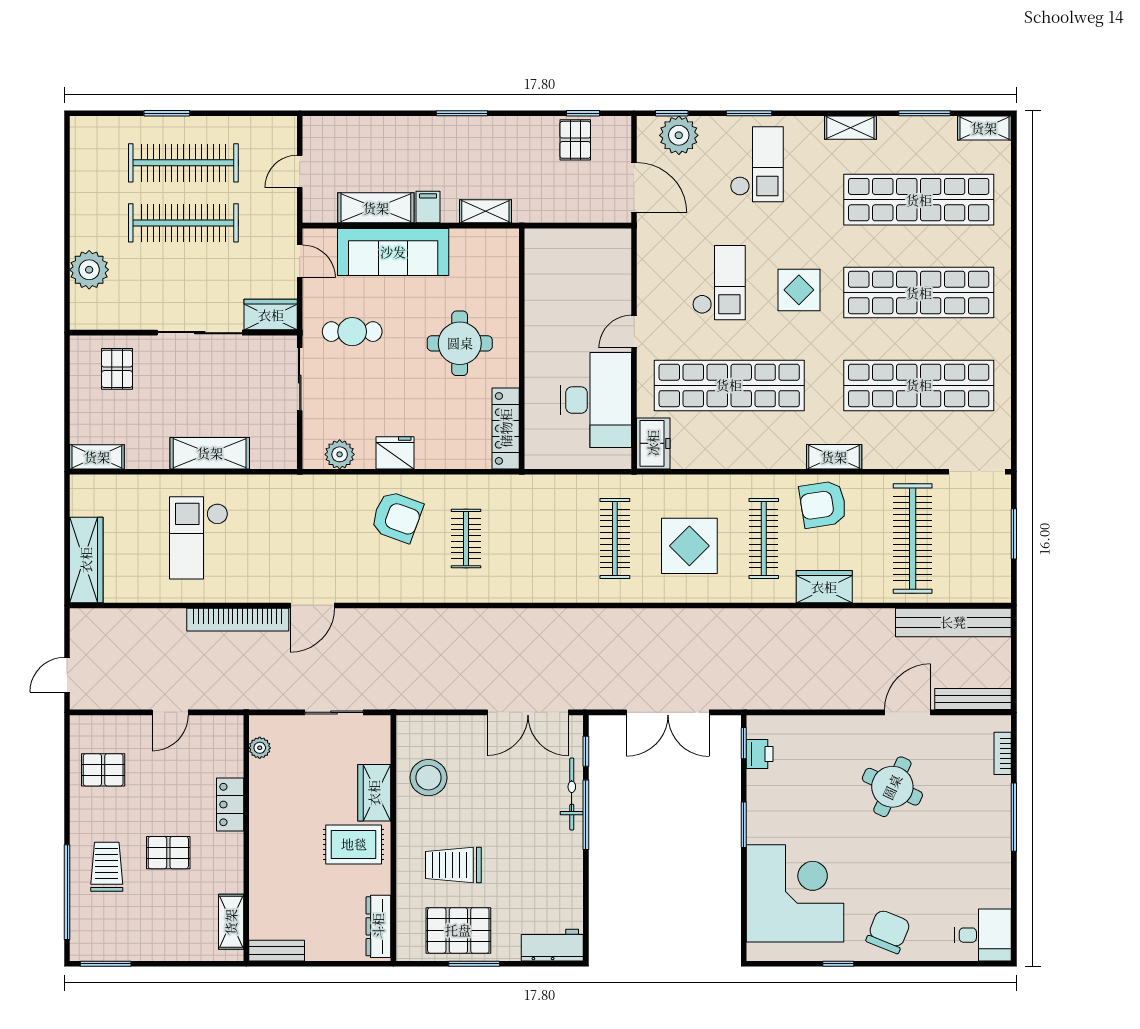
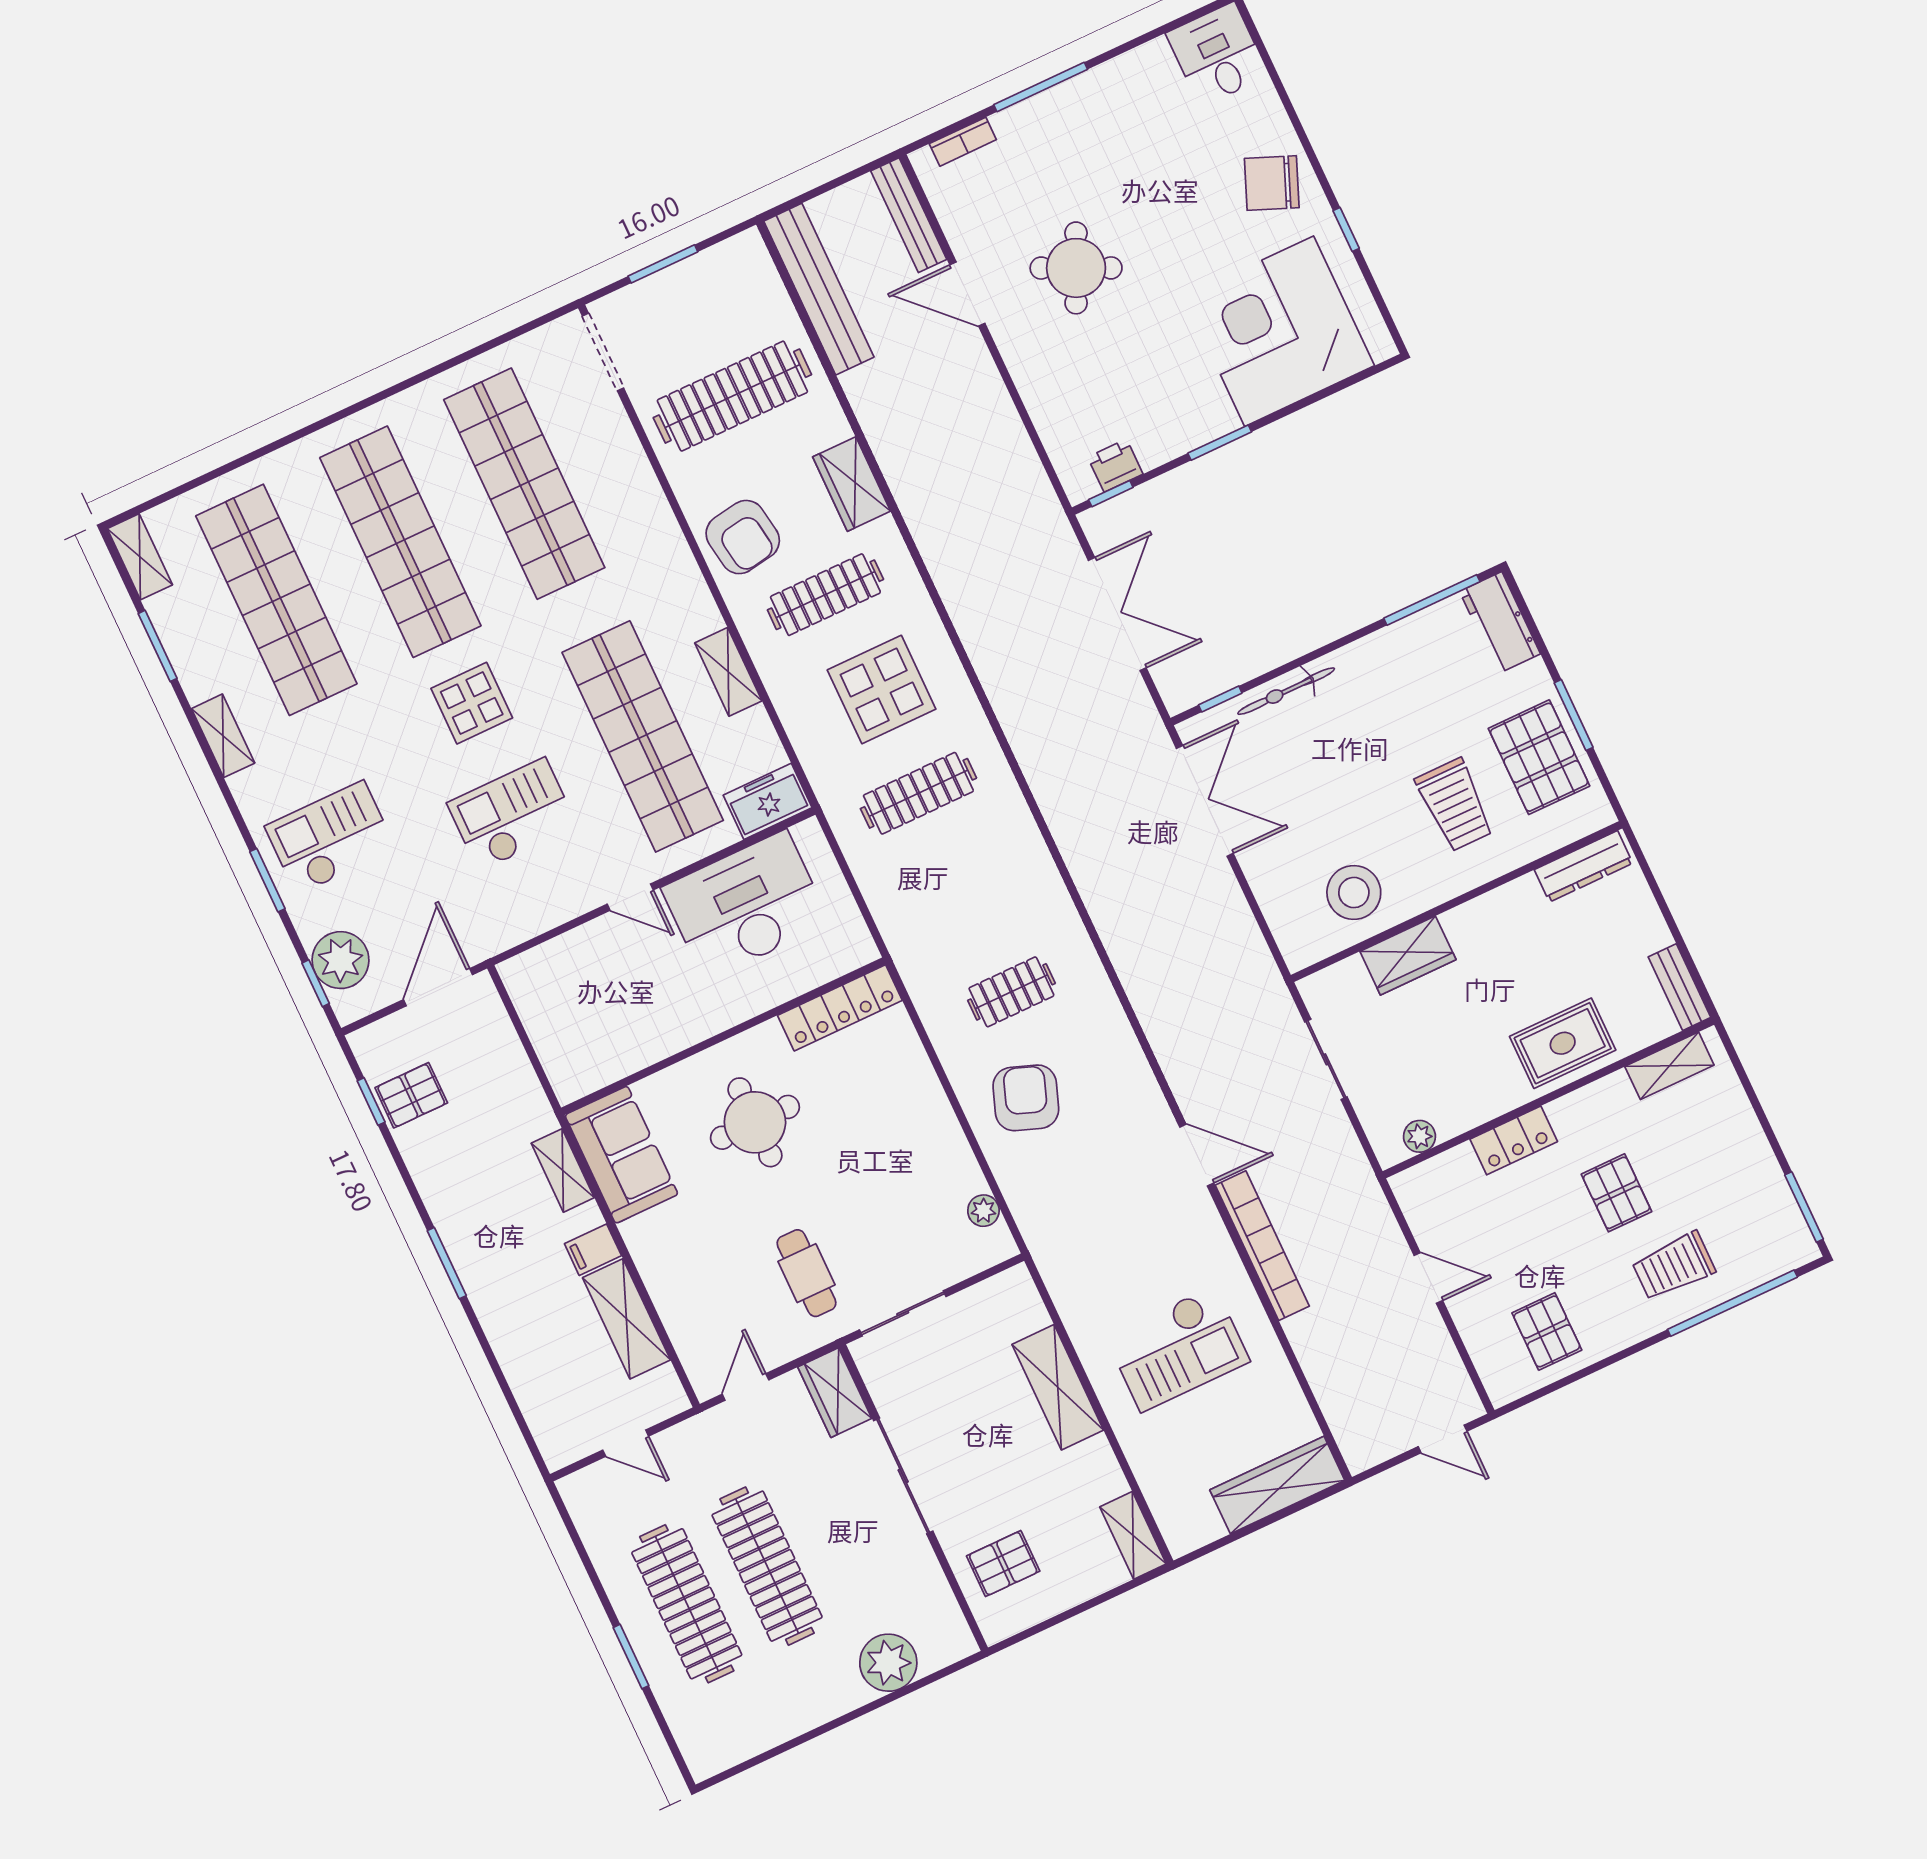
sofa: (393, 252) -> (621, 1155), moved, width x0.73
fridge: (395, 453) -> (941, 1140), removed
plant: (340, 454) -> (983, 1211), width x0.73, depth x0.73
shelving: (834, 457) -> (728, 672), moved
window: (586, 815) -> (1432, 600), moved
rug: (354, 844) -> (1563, 1043), moved, turned 90

